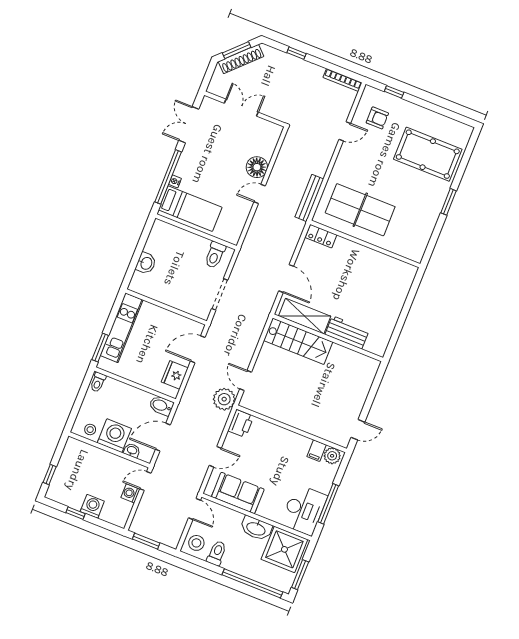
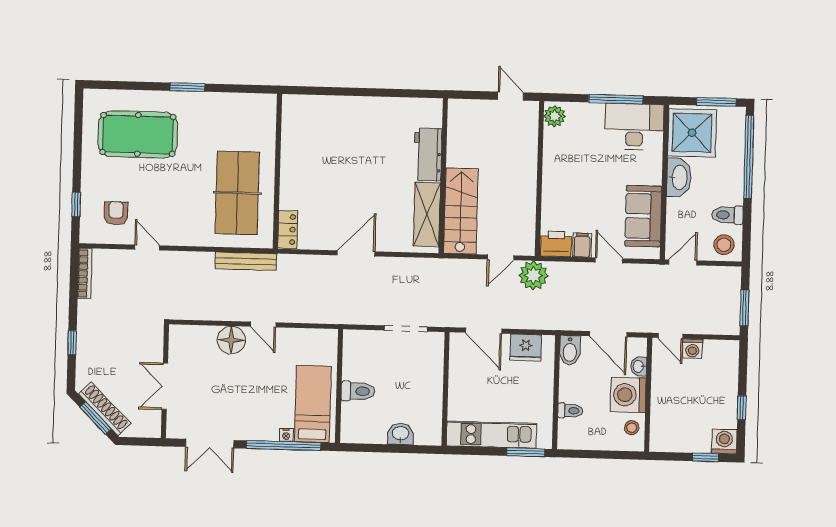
pool table: (428, 154) -> (138, 134), turned 90
toilet: (215, 255) -> (358, 391), moved
shelving: (305, 316) -> (427, 214), moved
workbench: (347, 332) -> (428, 154), moved
wall: (328, 338) -> (443, 176), moved
stairs: (298, 341) -> (461, 211), moved
toilet: (98, 382) -> (570, 411), moved
filing cabinet: (317, 451) -> (582, 245), moved, turned -90
washing machine: (92, 506) -> (724, 441), moved, turned 90

